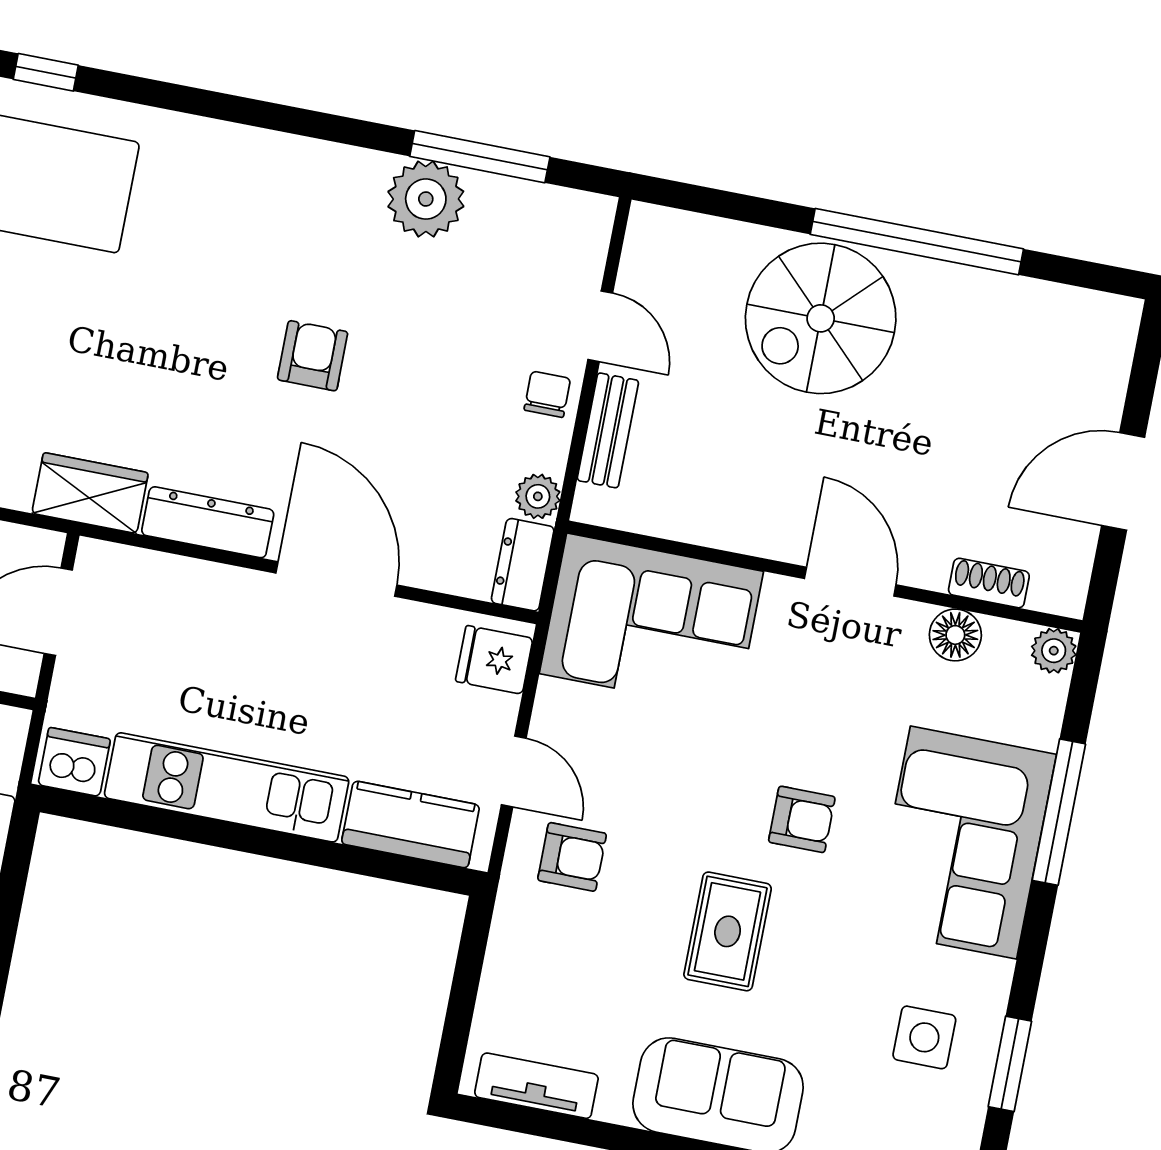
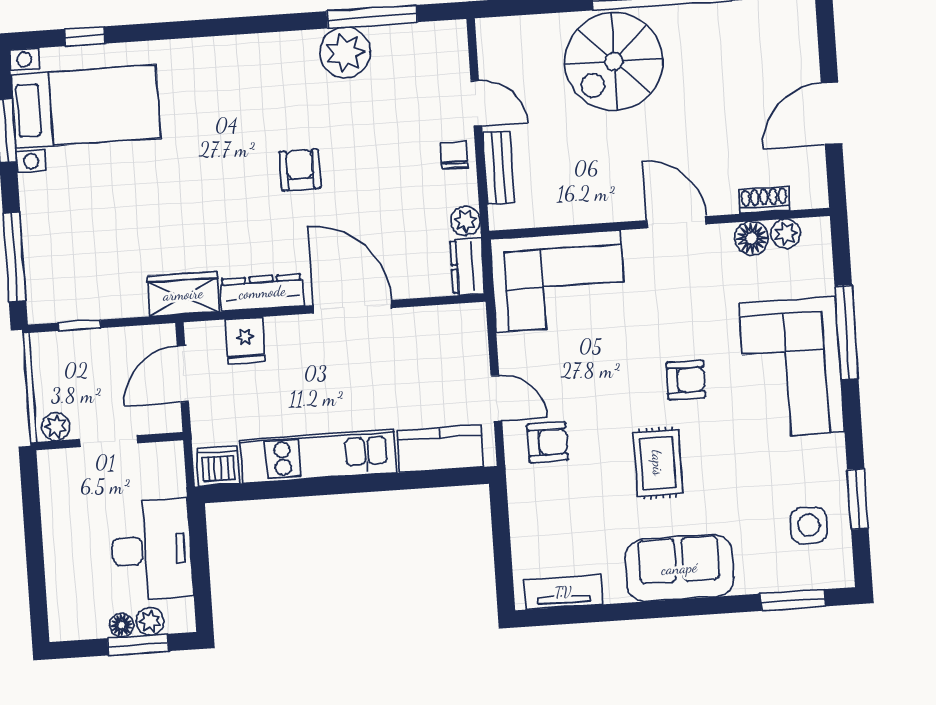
plant: (1054, 651) -> (786, 234), moved
fridge: (494, 660) -> (245, 340), moved, turned -90
side table: (924, 1037) -> (809, 525), moved

